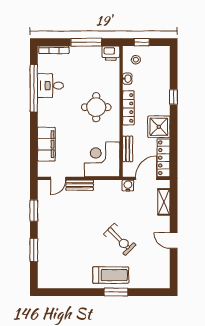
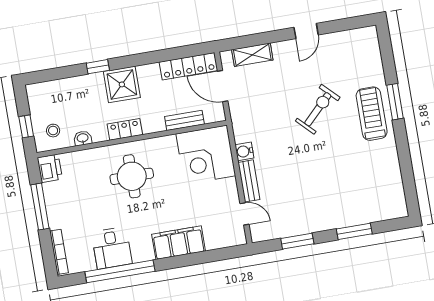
locker: (128, 108) -> (125, 129), width x0.66
shower: (159, 127) -> (122, 84), moved
filing cabinet: (46, 144) -> (179, 243), moved
water cooler: (128, 185) -> (244, 151), moved

